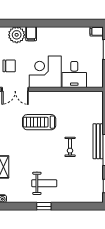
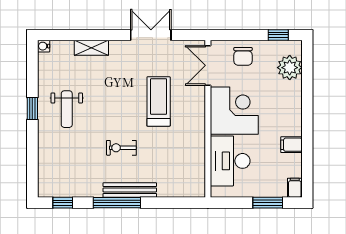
filing cabinet: (31, 34) -> (291, 145), moved
desk: (74, 74) -> (230, 161), width x1.37

